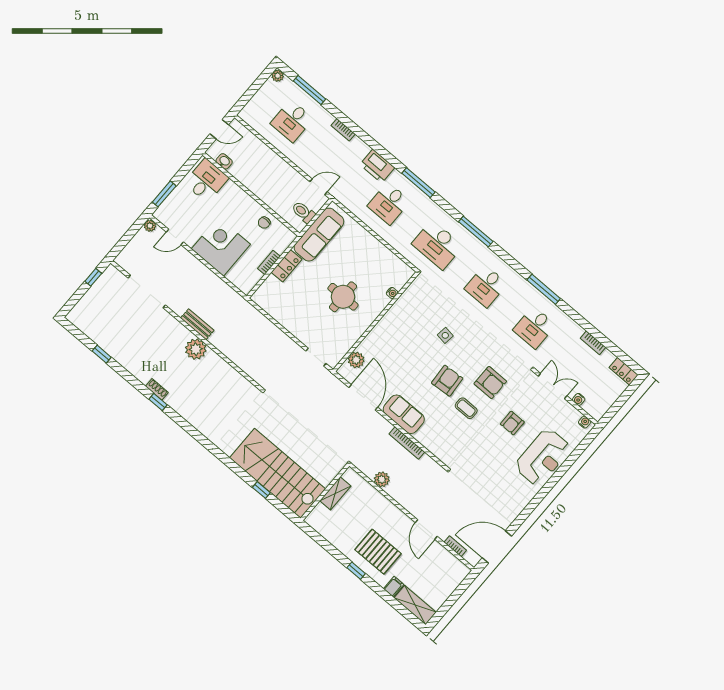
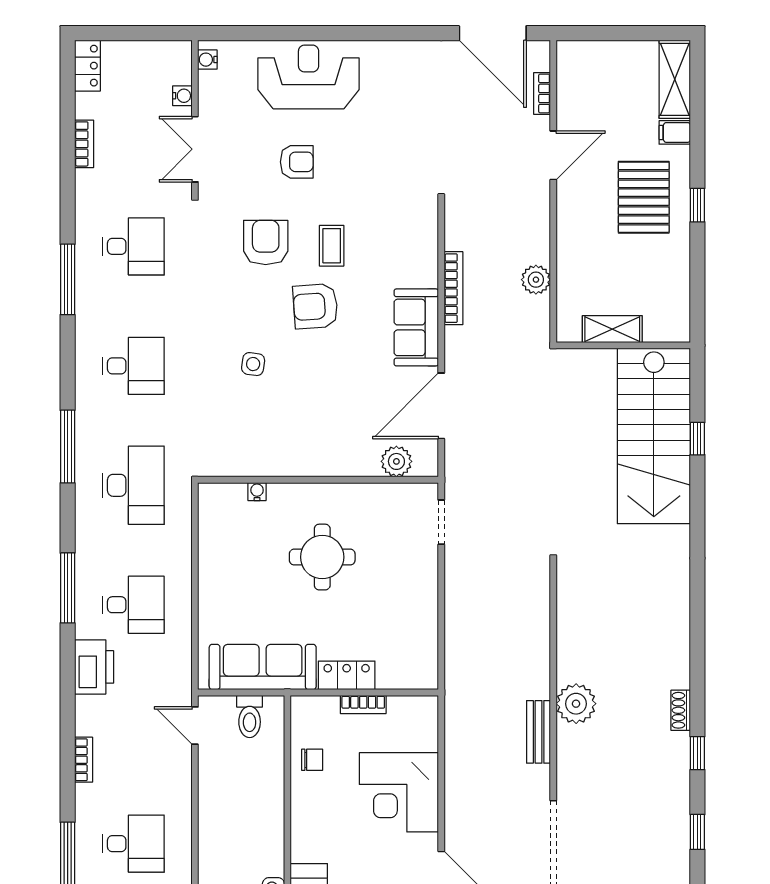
window: (158, 402) -> (697, 753), moved

